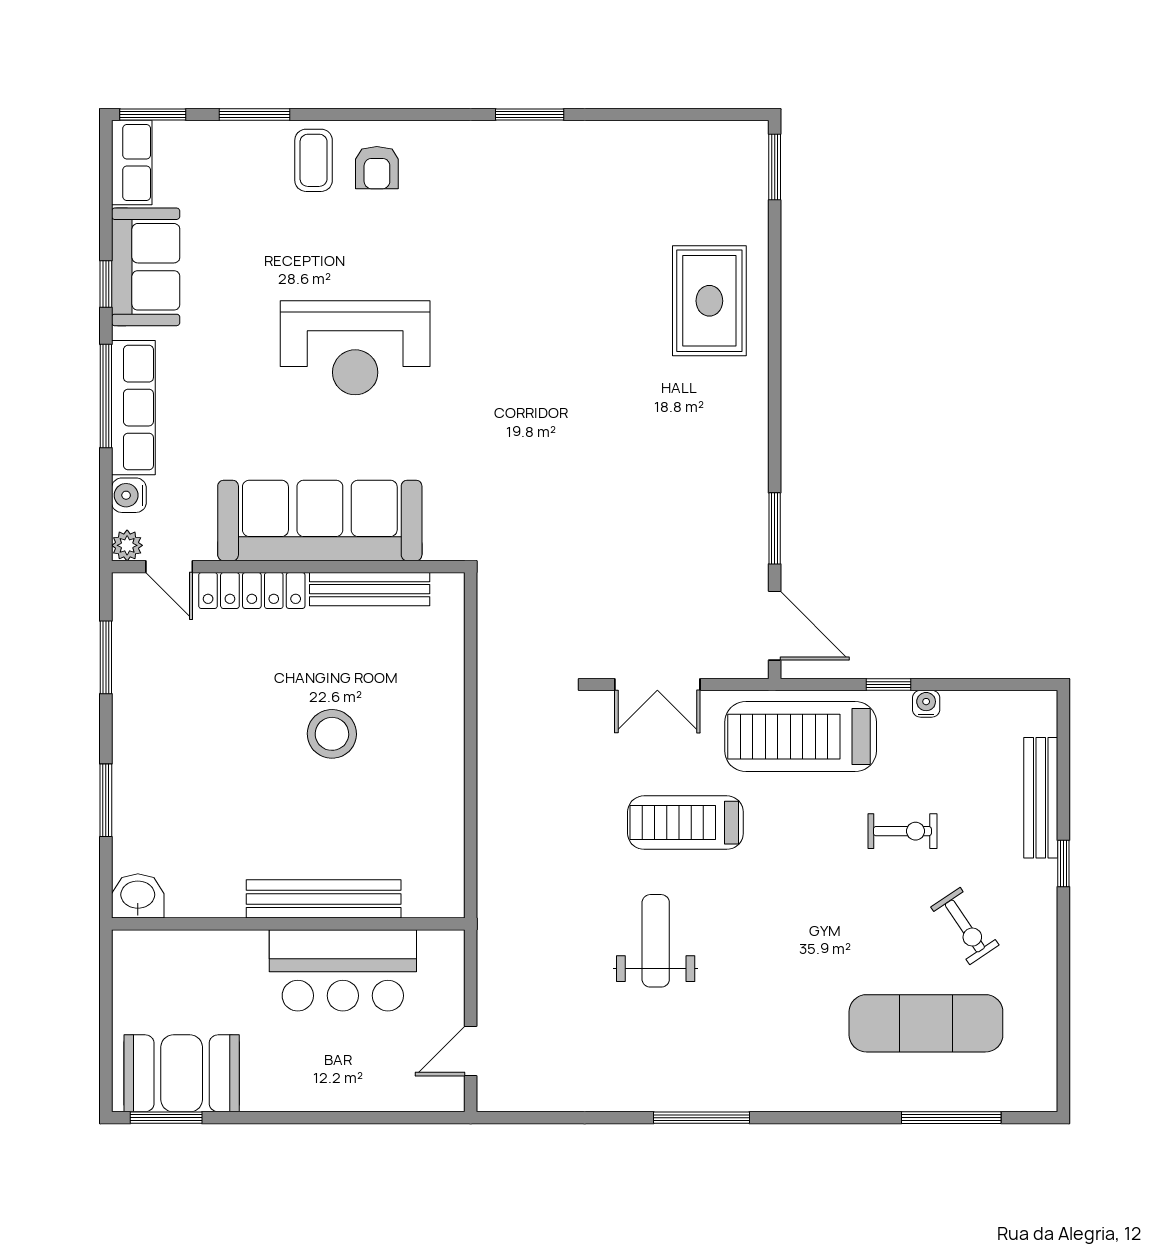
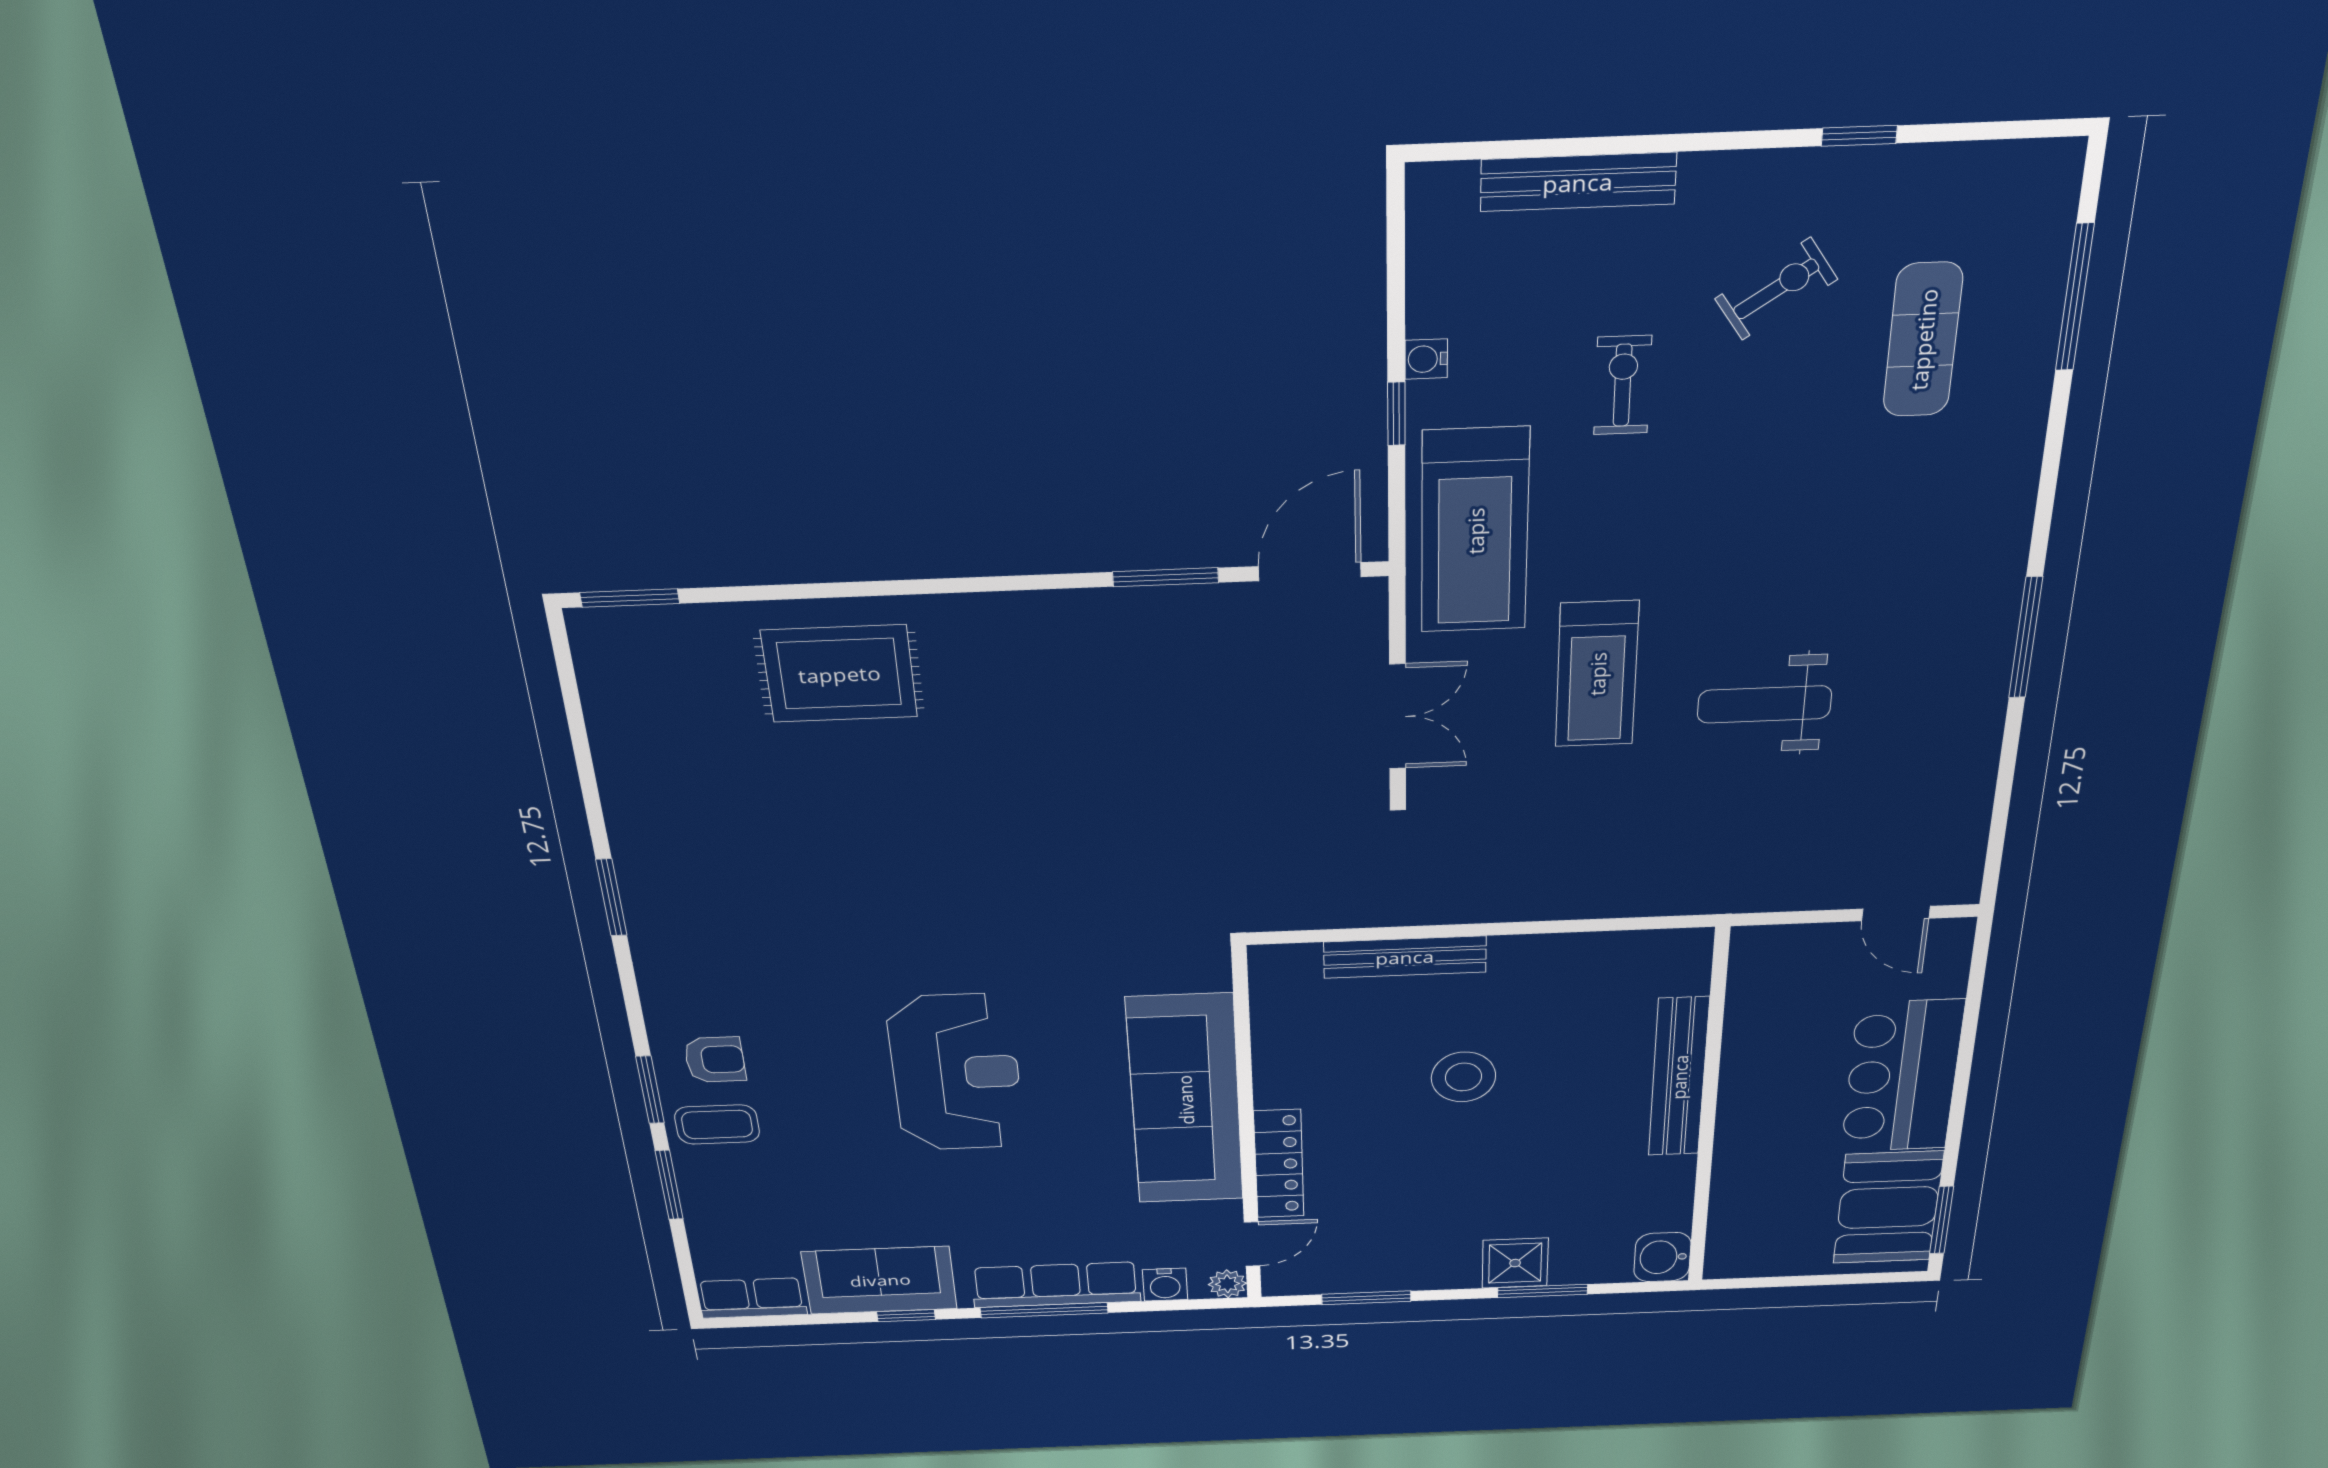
window: (153, 114) -> (650, 1090), moved
bench: (370, 589) -> (1405, 957), moved, turned 90
shower: (138, 777) -> (1515, 1263), added
window: (1063, 864) -> (1859, 136), moved
bar counter: (343, 970) -> (1902, 1076), moved, turned 180
exercise mat: (926, 1023) -> (1923, 340), width x0.73, depth x0.69

